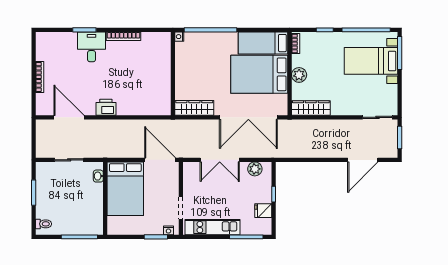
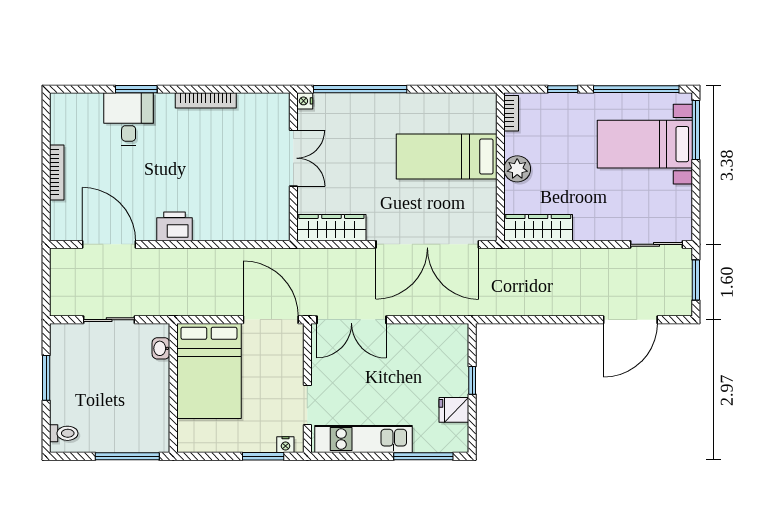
bed: (263, 43) -> (453, 112), removed
desk: (92, 47) -> (129, 119), moved
double door: (173, 69) -> (293, 158), added
bed: (259, 74) -> (447, 157), width x0.67
double door: (220, 160) -> (351, 320), moved
plant: (255, 169) -> (439, 336), removed

